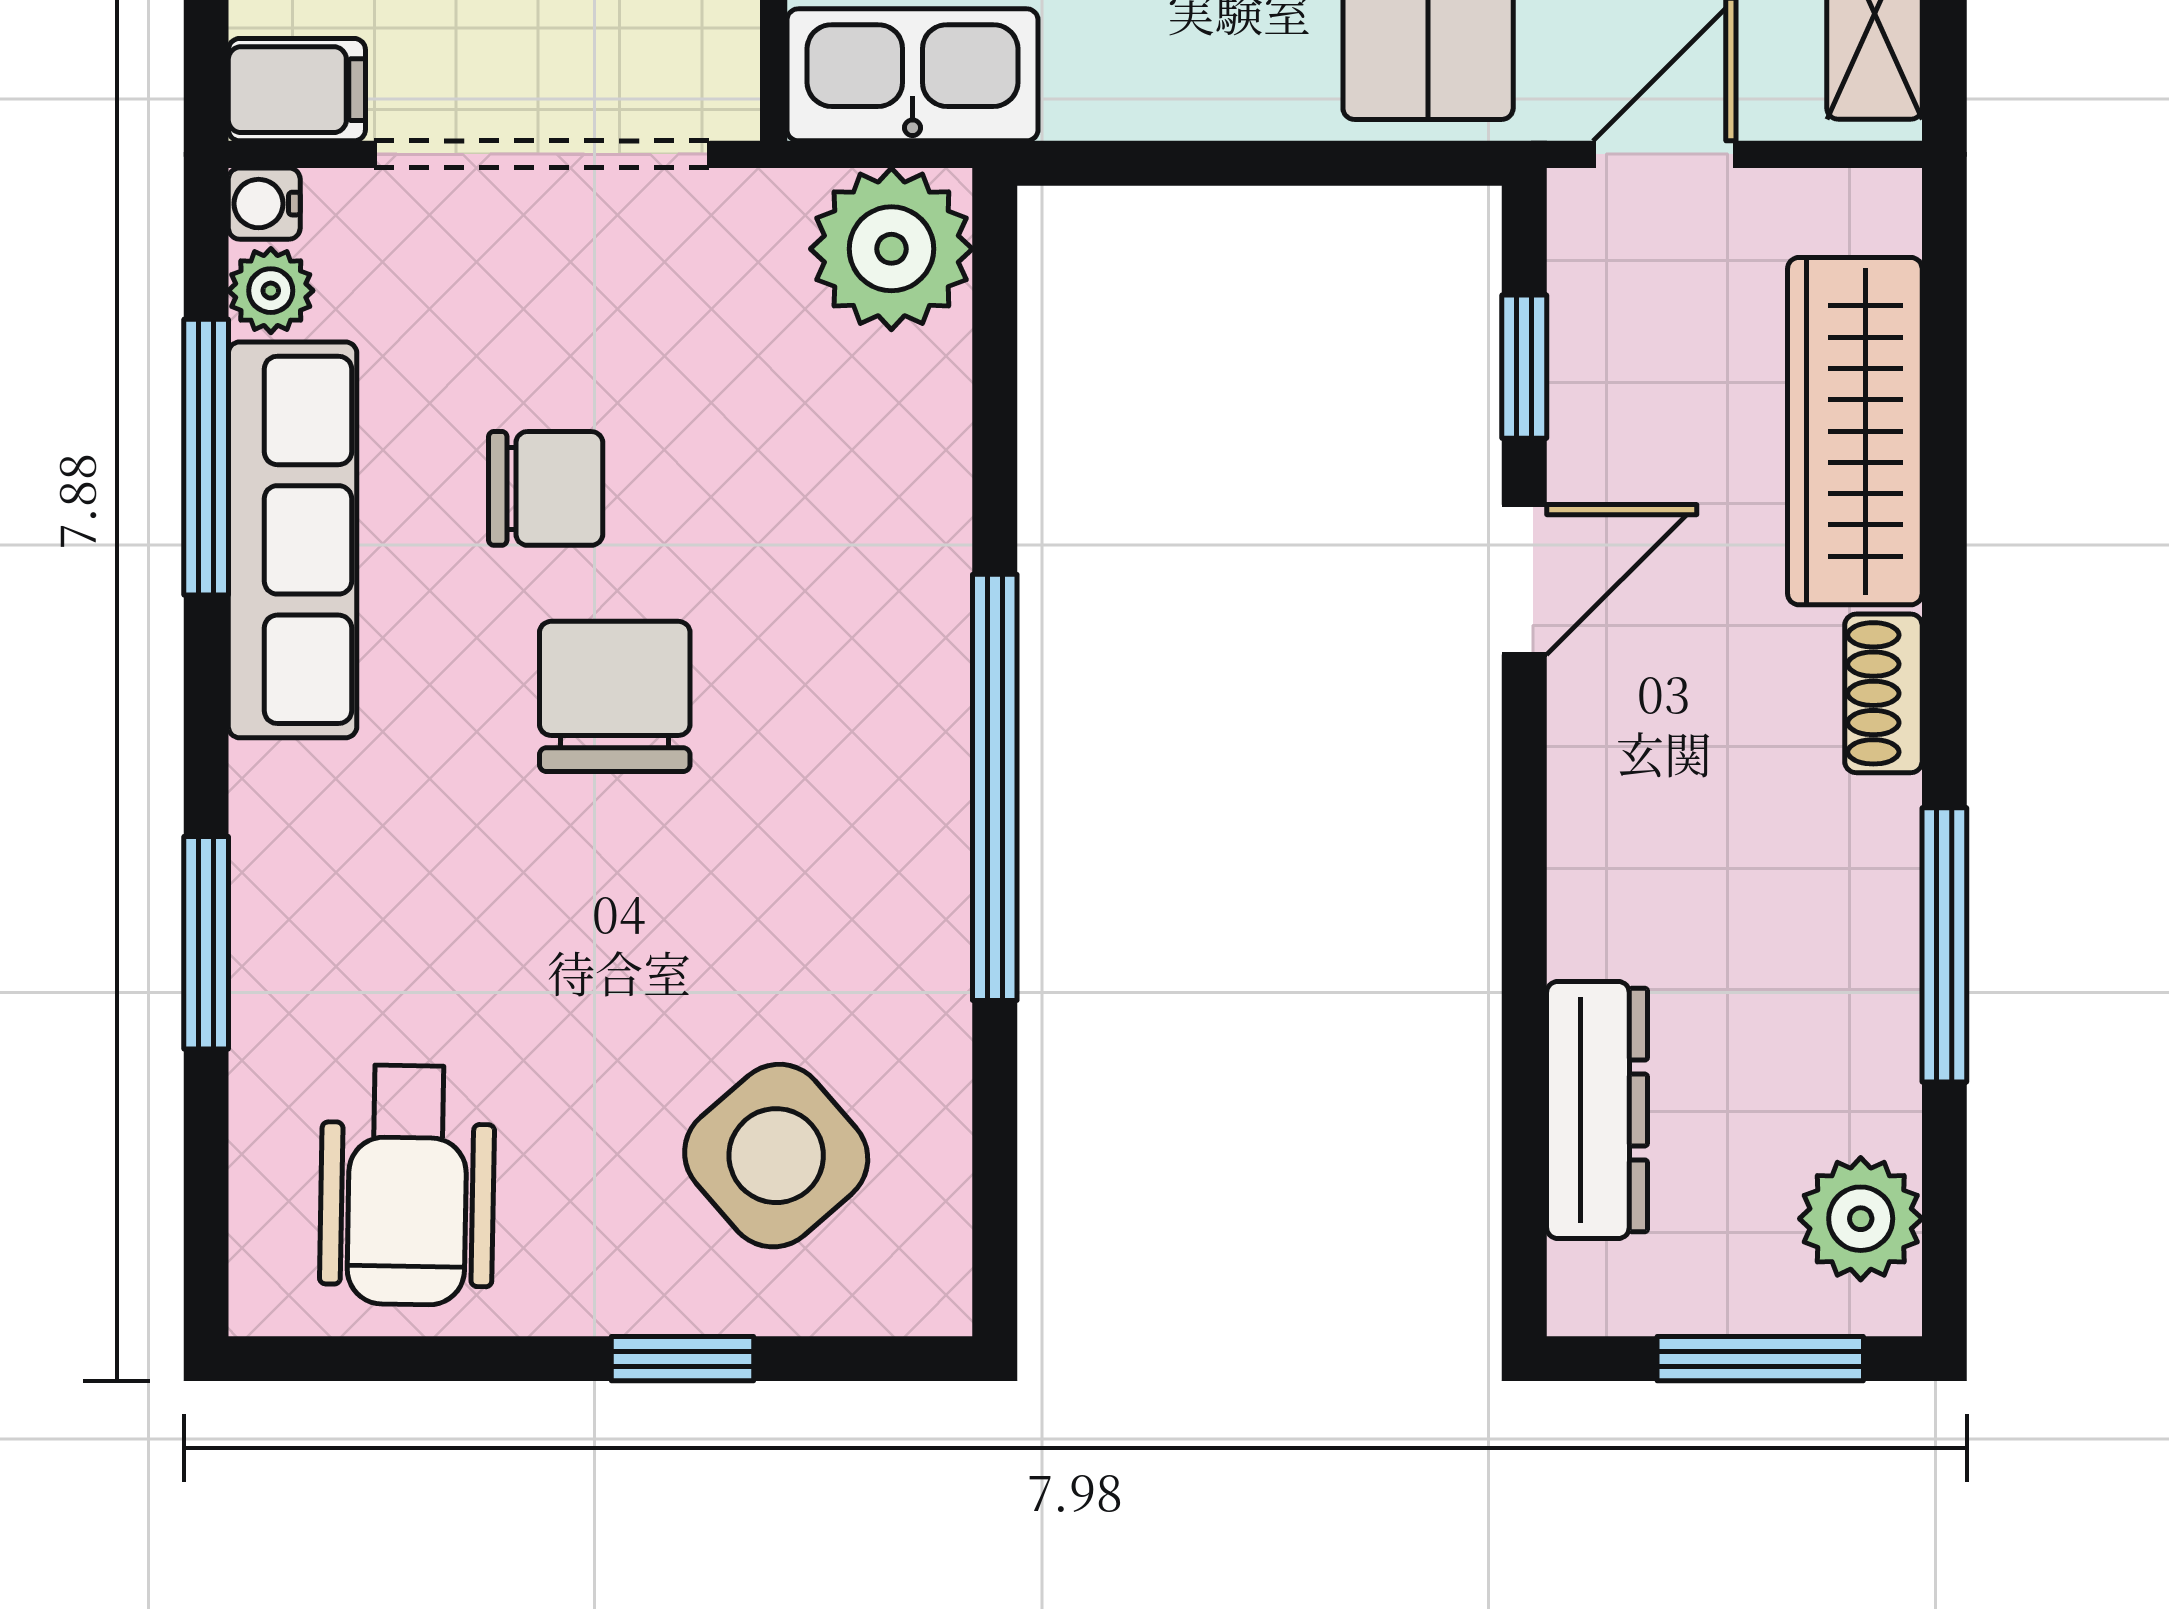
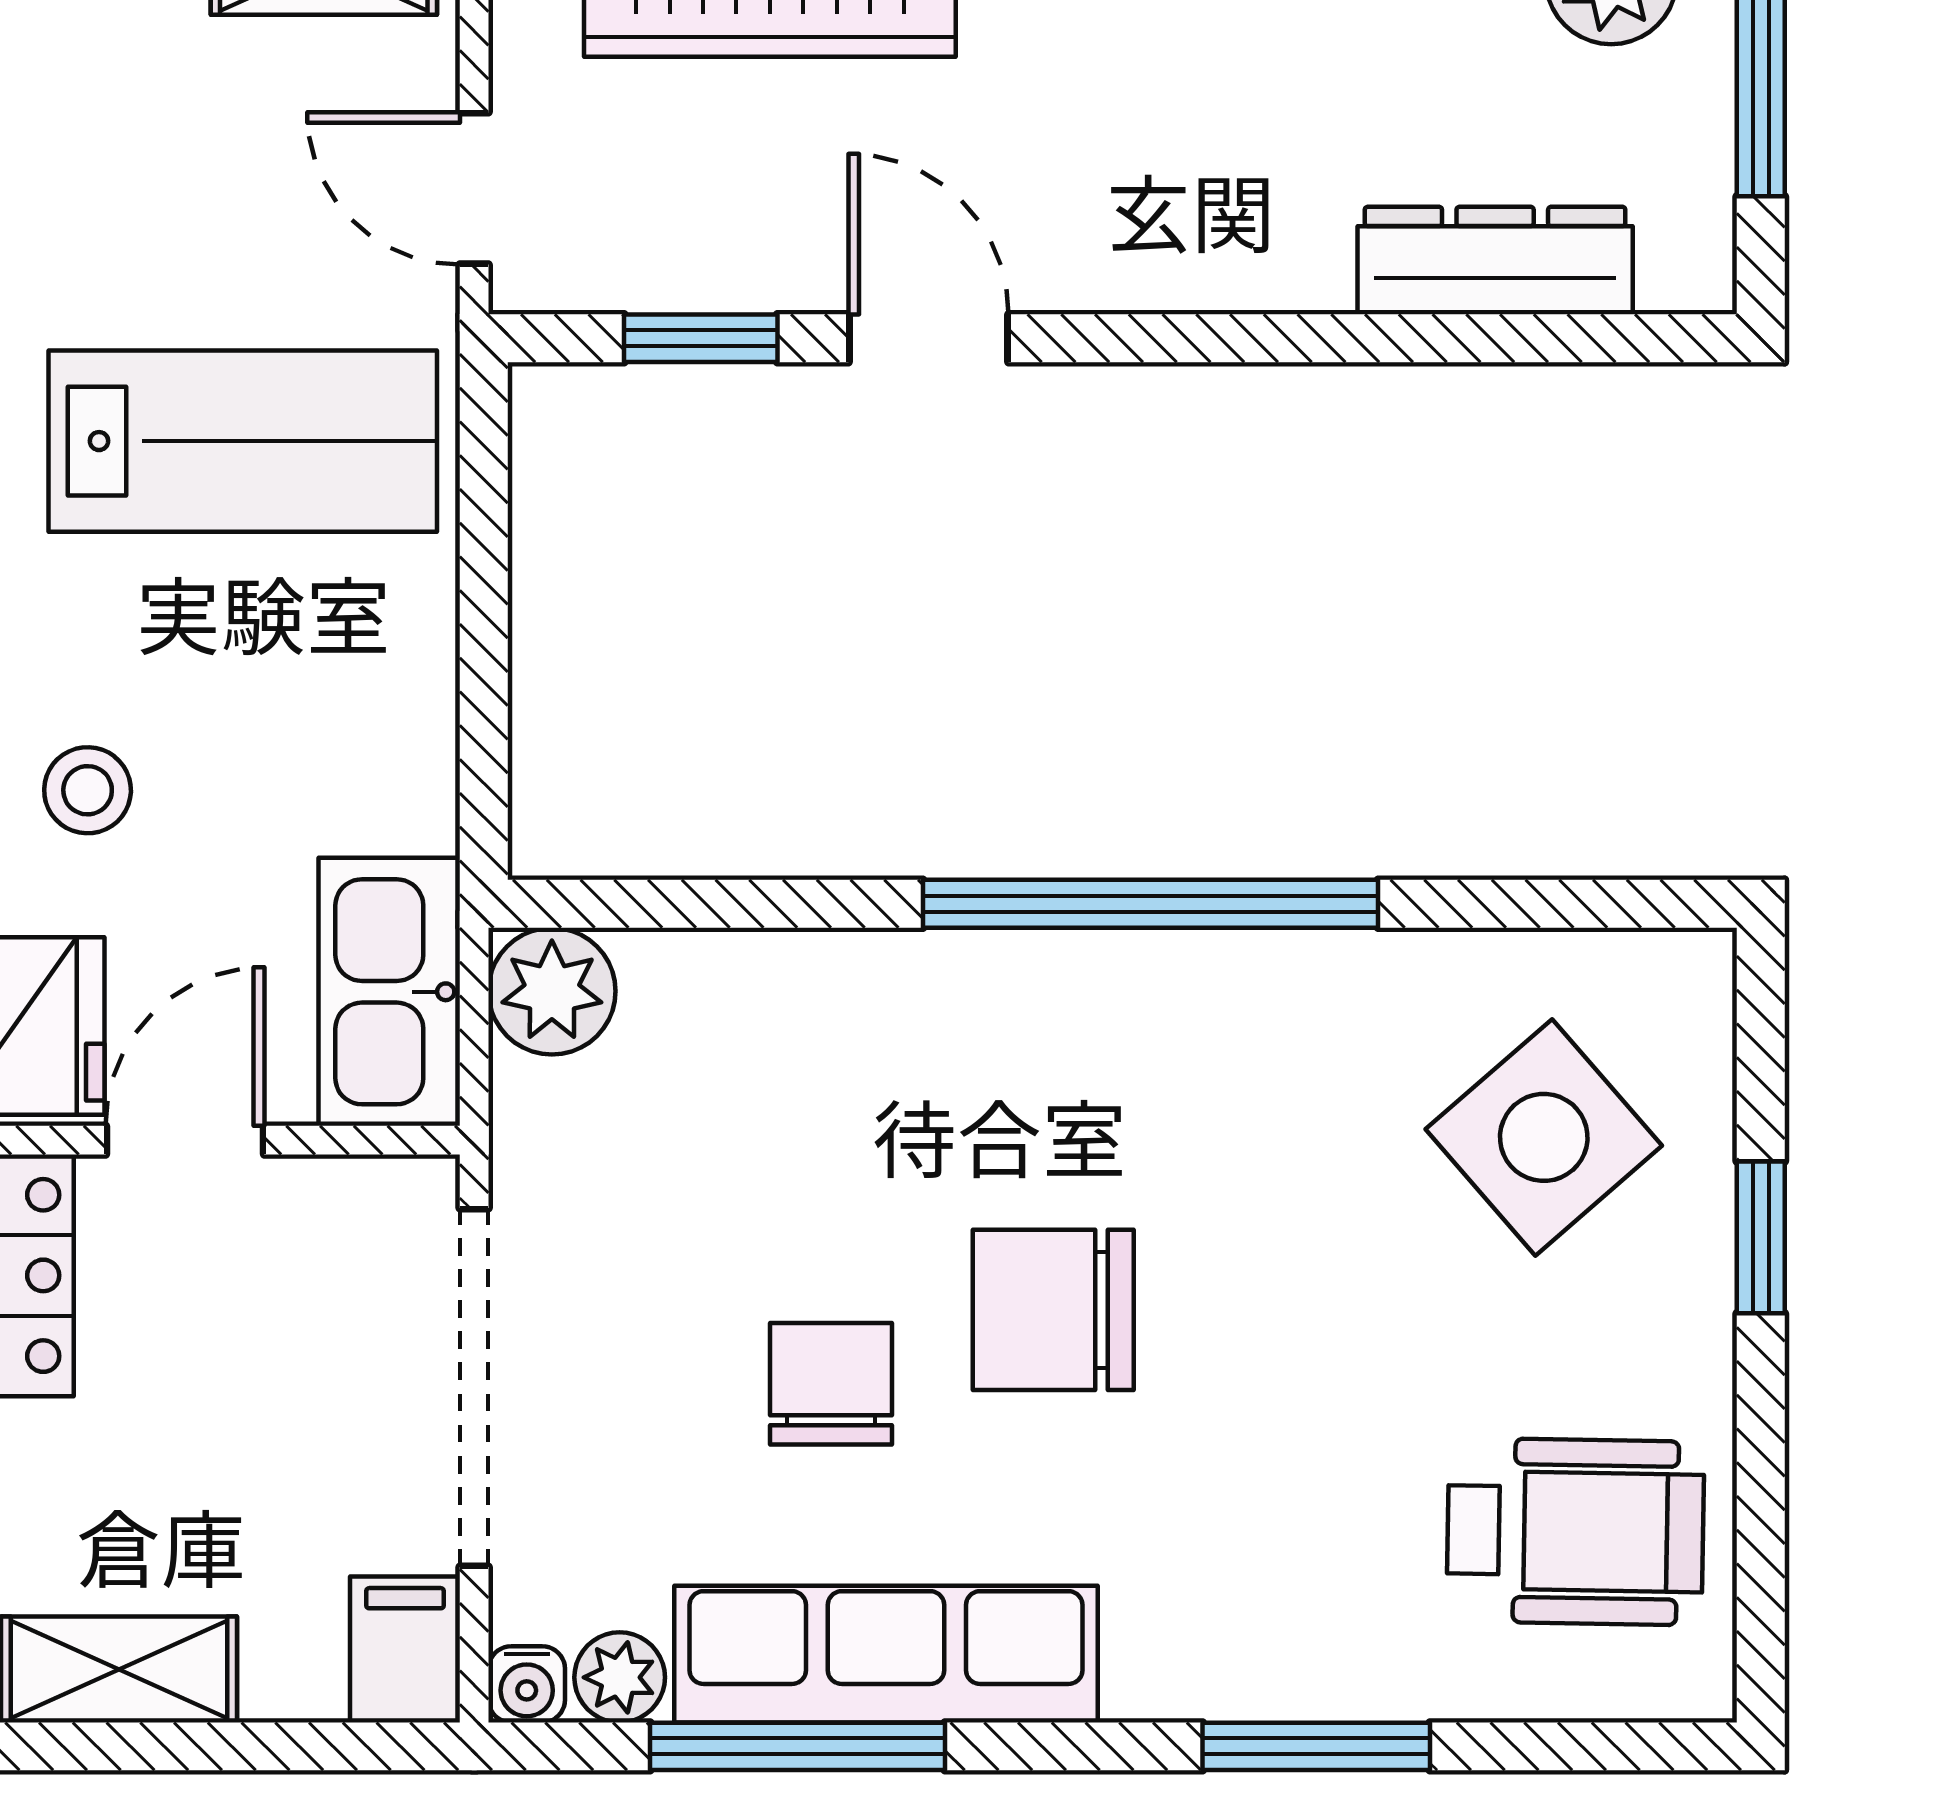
plant: (891, 249) -> (552, 991), width x0.73, depth x0.73

